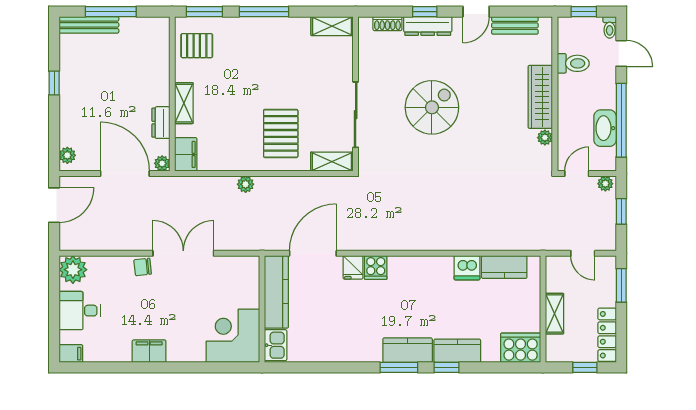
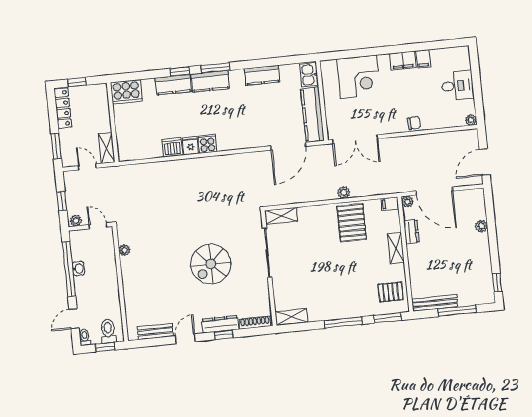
shoe rack: (387, 24) -> (255, 323), width x1.43
bench: (89, 25) -> (435, 303), moved
door: (621, 53) -> (74, 319), hinge flipped
toilet: (573, 63) -> (108, 331), moved, turned 90
window: (54, 83) -> (497, 283), moved
wardrobe: (540, 97) -> (131, 280), removed
washbasin: (605, 128) -> (78, 269), width x0.52, depth x0.69
pallet: (281, 133) -> (352, 223), moved
filing cabinet: (186, 154) -> (390, 204), width x0.50
plant: (67, 155) -> (481, 226), moved
door: (577, 174) -> (98, 226), swing flipped
double door: (183, 253) -> (355, 139), moved
fridge: (353, 267) -> (191, 146), moved
kitchen counter: (504, 267) -> (262, 75), moved, turned 180
cooker: (376, 268) -> (207, 144), moved
plant: (73, 270) -> (471, 120), width x0.53, depth x0.53
shelving: (554, 314) -> (107, 148), moved
corner desk: (233, 336) -> (358, 77), moved
filing cabinet: (71, 354) -> (423, 59), moved, turned -90

